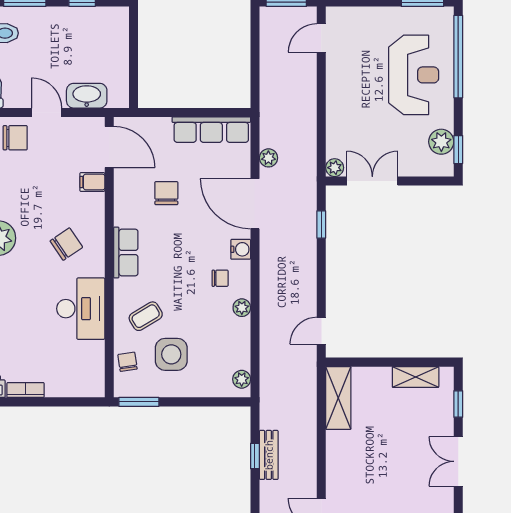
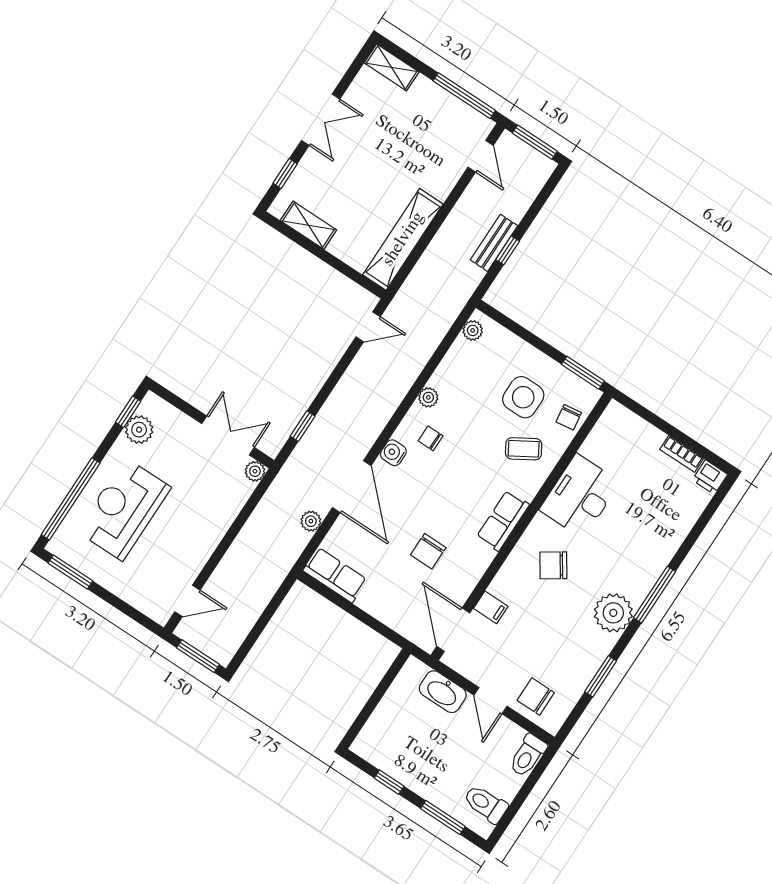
row of seats: (211, 130) -> (335, 575), width x0.68
double door: (372, 181) -> (228, 435), swing flipped
shelving: (338, 398) -> (403, 239), width x1.47

